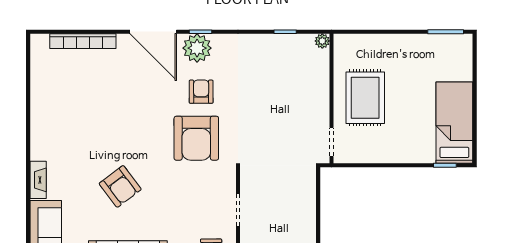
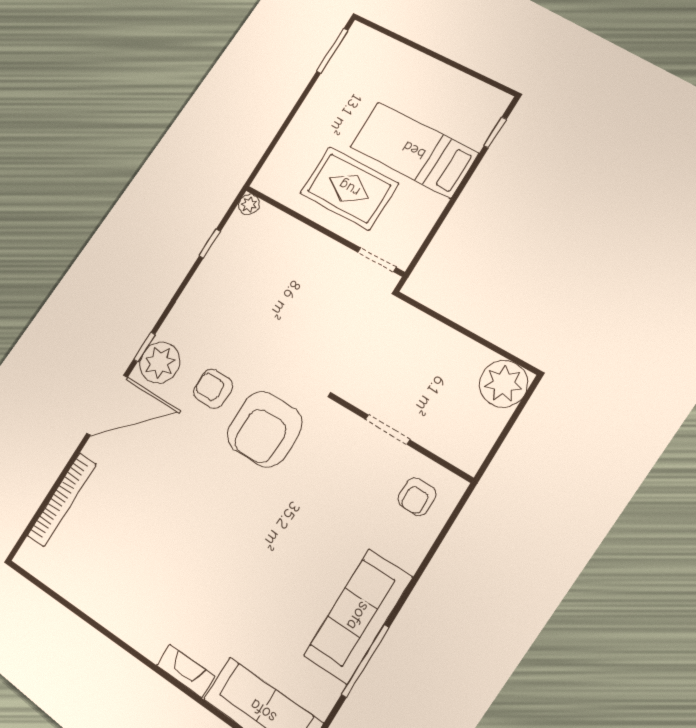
bed: (454, 123) -> (414, 150), moved
armchair: (196, 138) -> (264, 429), turned 90
armchair: (120, 186) -> (261, 567), removed

